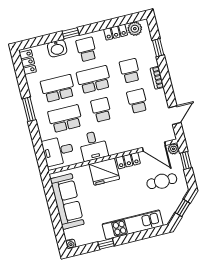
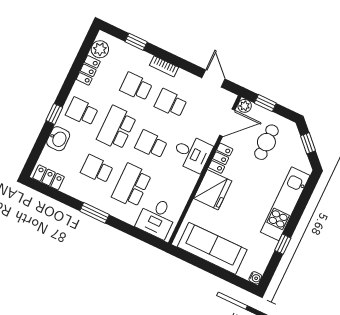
school desk: (58, 88) -> (97, 169), width x0.54
desk: (93, 146) -> (192, 153), moved

